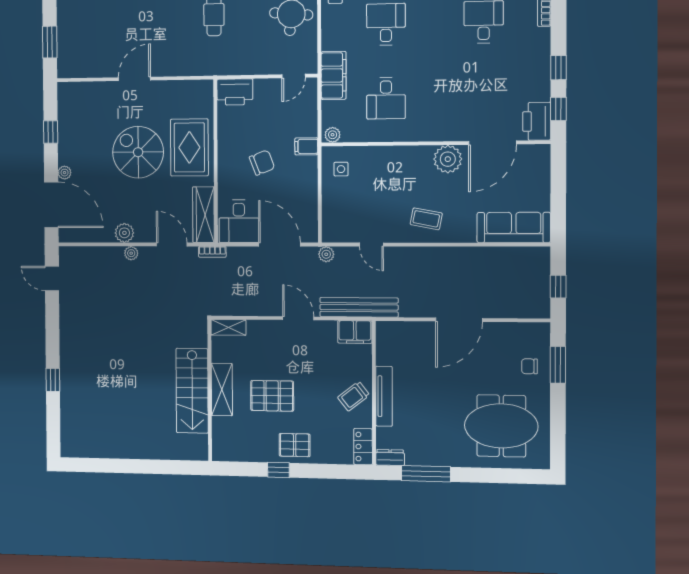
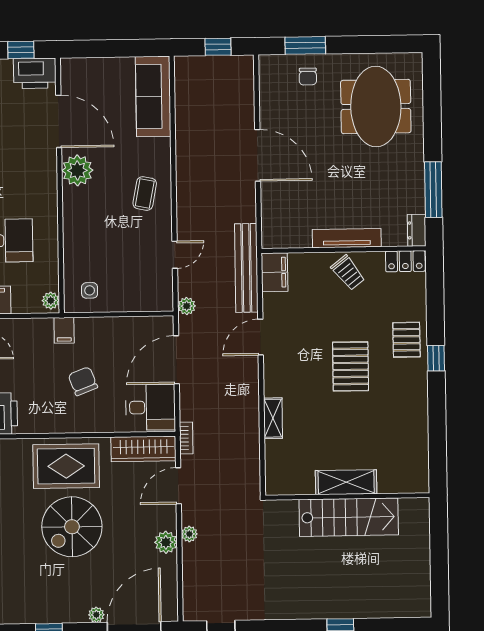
shelving: (222, 389) -> (346, 482), moved
wall: (210, 390) -> (347, 496), moved
stairs: (192, 391) -> (349, 517), moved

